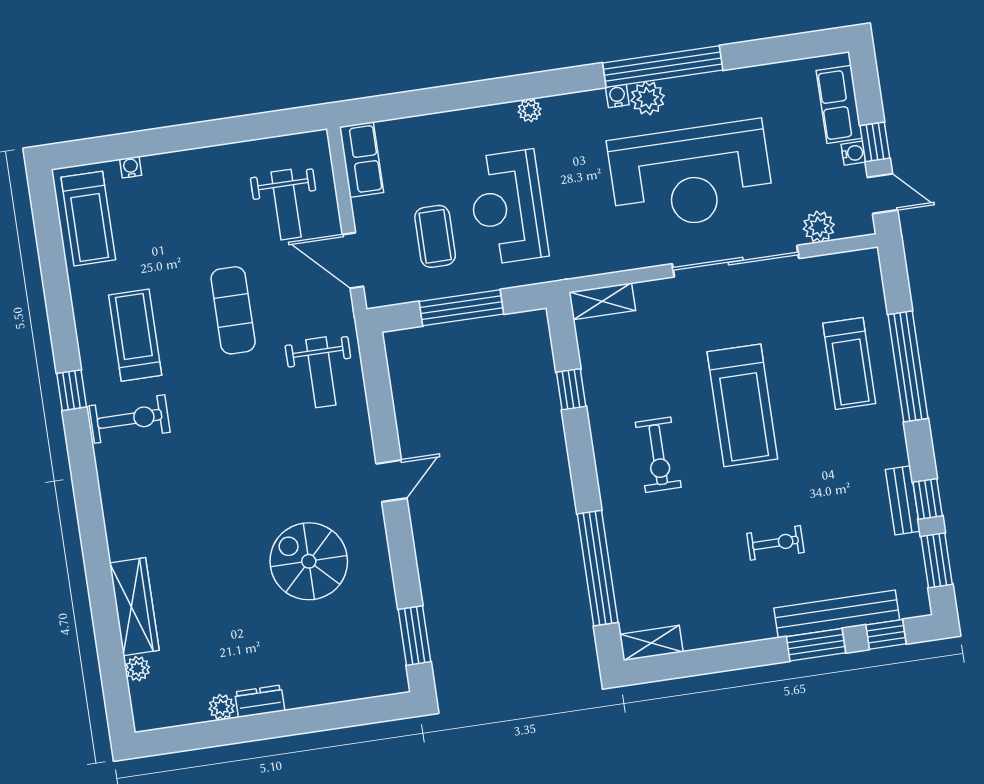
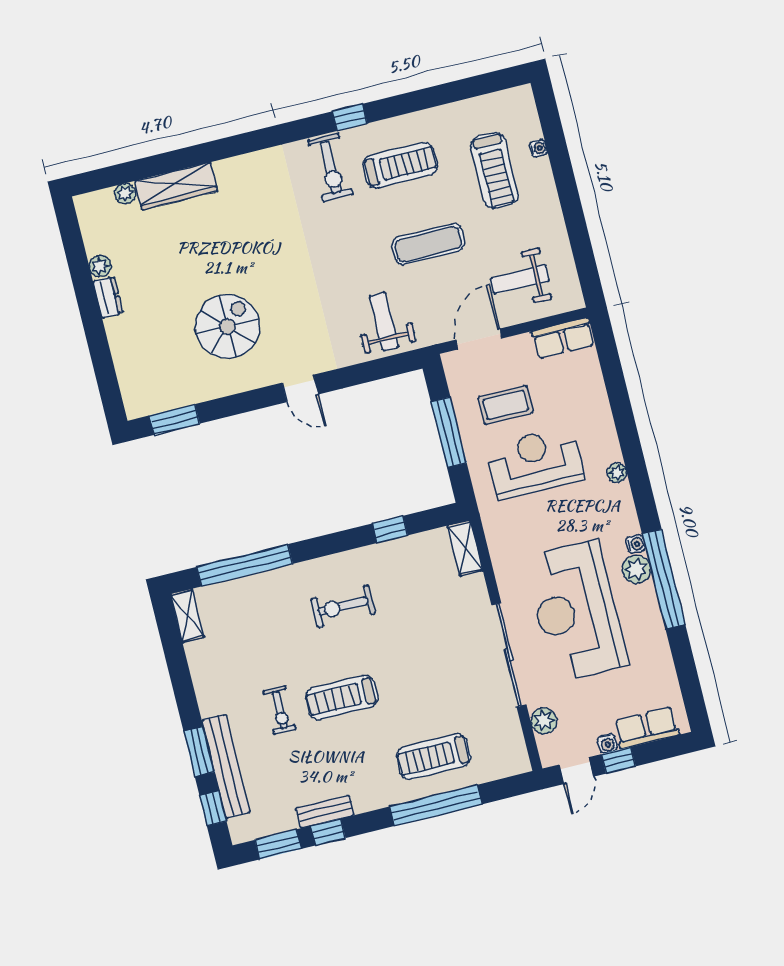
treadmill: (88, 219) -> (494, 170), moved, turned -90
weight bench: (321, 372) -> (384, 322), turned 90
treadmill: (742, 405) -> (342, 697), moved, width x0.73, depth x0.73

